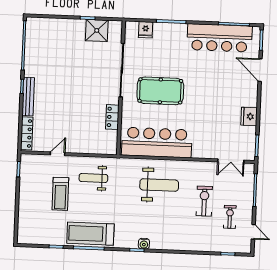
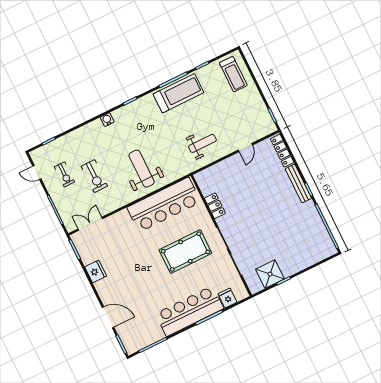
bar counter: (220, 38) -> (190, 311), moved
weight bench: (159, 185) -> (142, 169), turned 90
treadmill: (60, 194) -> (233, 74), moved, turned 180
water cooler: (144, 244) -> (107, 120), moved

